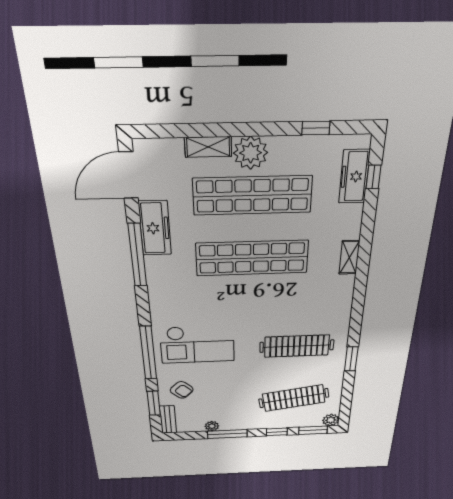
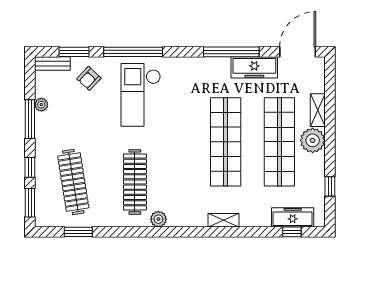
door: (129, 175) -> (298, 52), hinge flipped
window: (351, 359) -> (78, 232), moved
plant: (331, 420) -> (158, 219), moved

